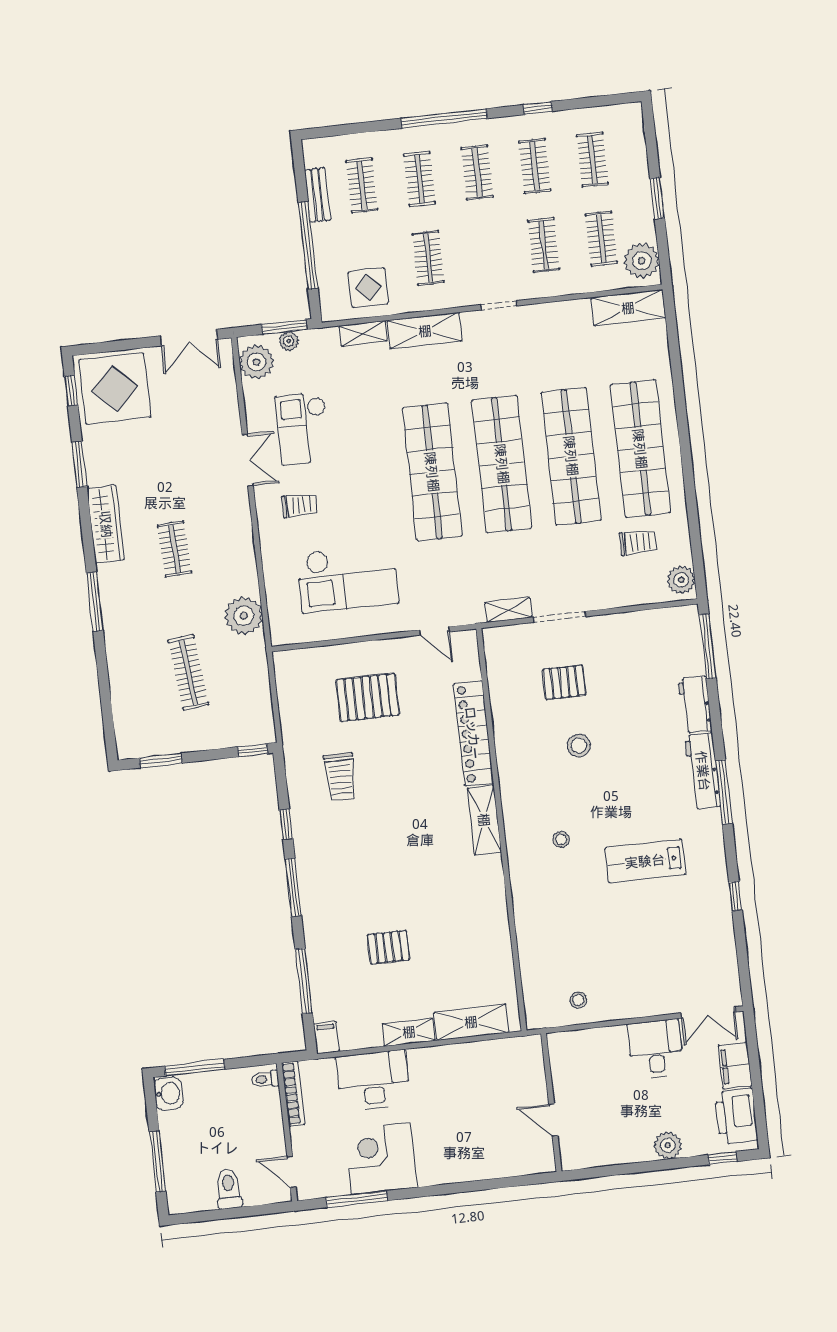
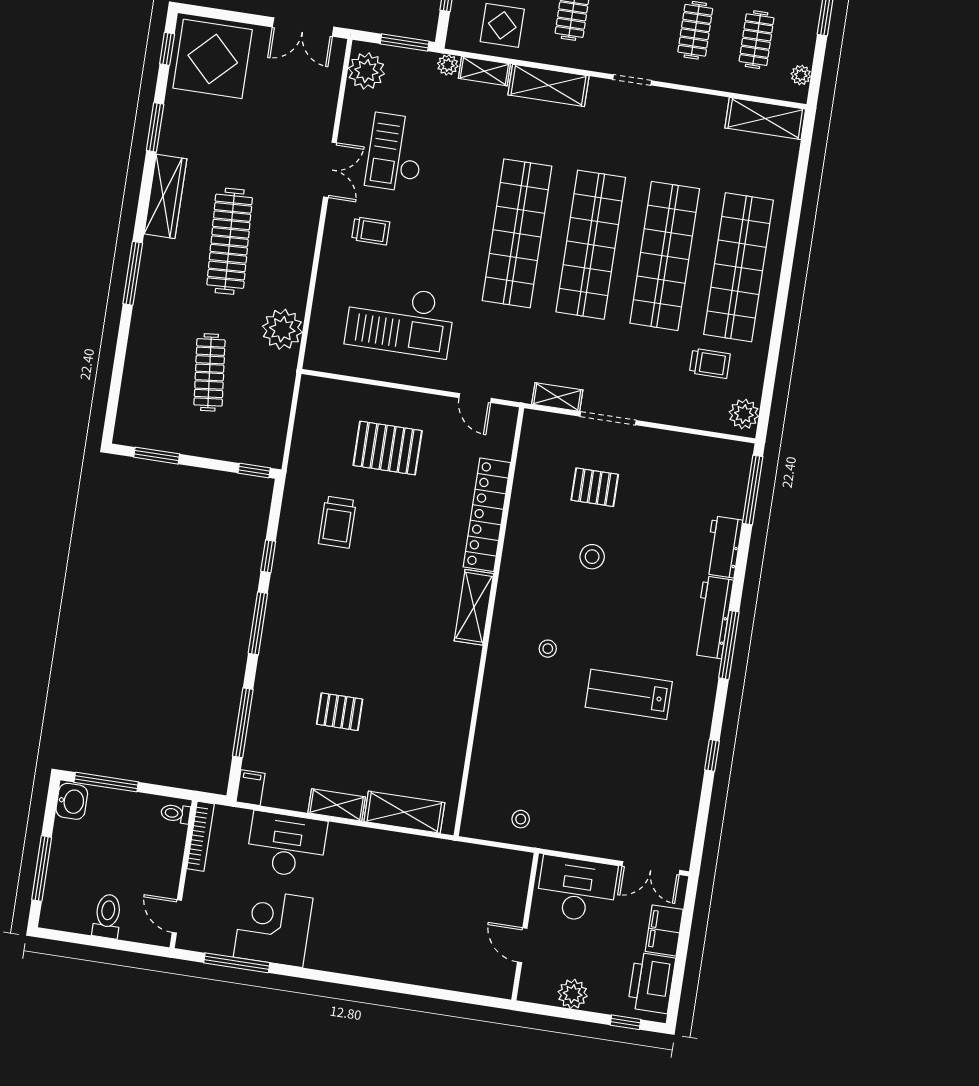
plant: (642, 261) -> (801, 75), width x0.53, depth x0.53
plant: (289, 341) -> (448, 65), moved
clothes rail: (174, 549) -> (230, 241), width x1.86, depth x1.31
desk: (655, 1049) -> (577, 889), width x1.37
wall: (551, 1102) -> (525, 927), moved
door: (553, 1120) -> (522, 945), moved

